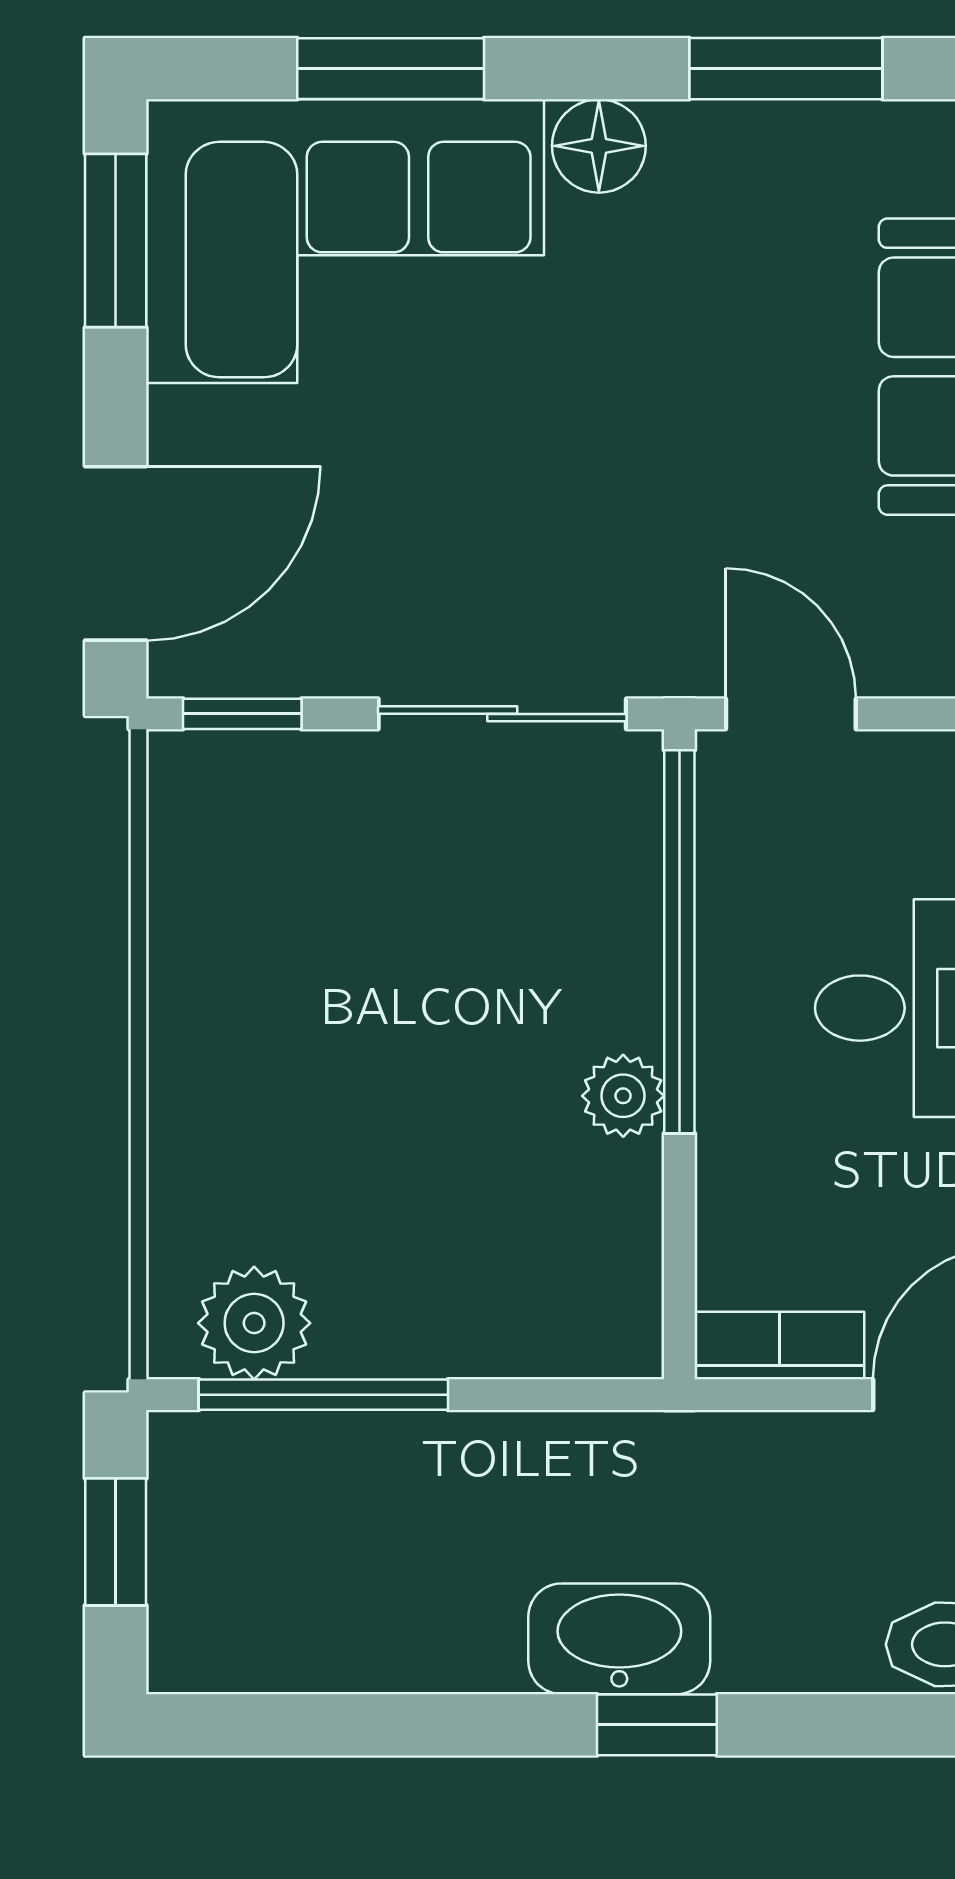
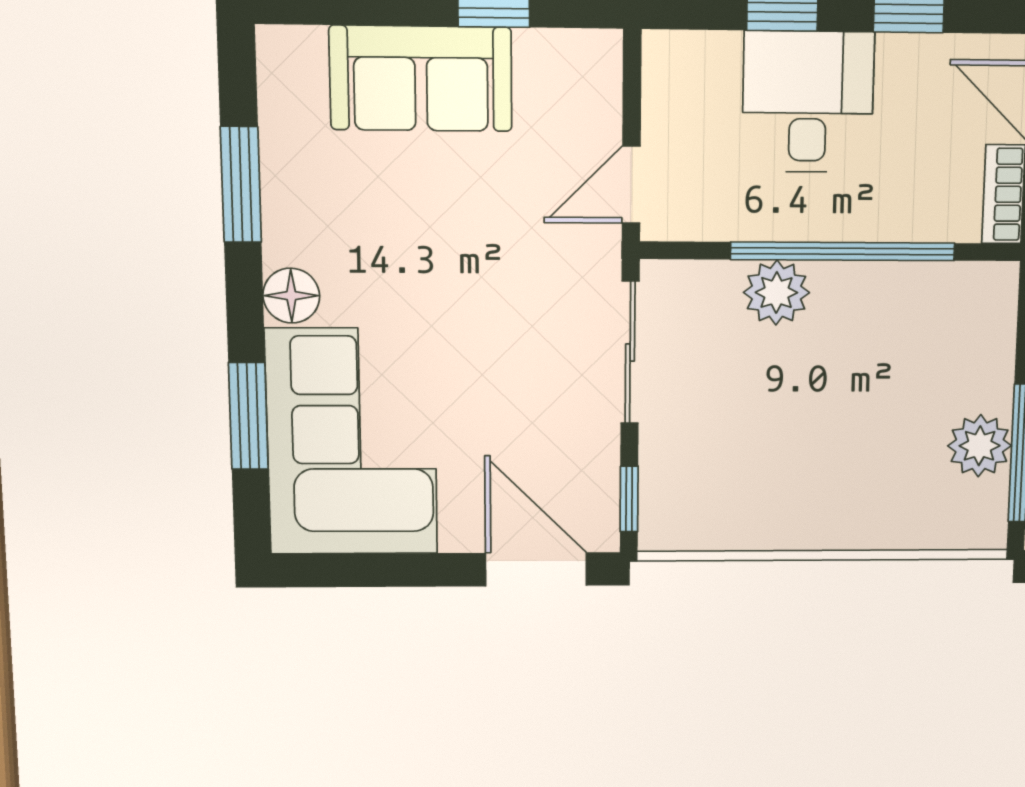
window: (116, 240) -> (354, 570), removed
window: (679, 942) -> (843, 251), moved
plant: (623, 1096) -> (776, 293), moved, width x1.38, depth x1.38
plant: (254, 1323) -> (980, 446), moved

